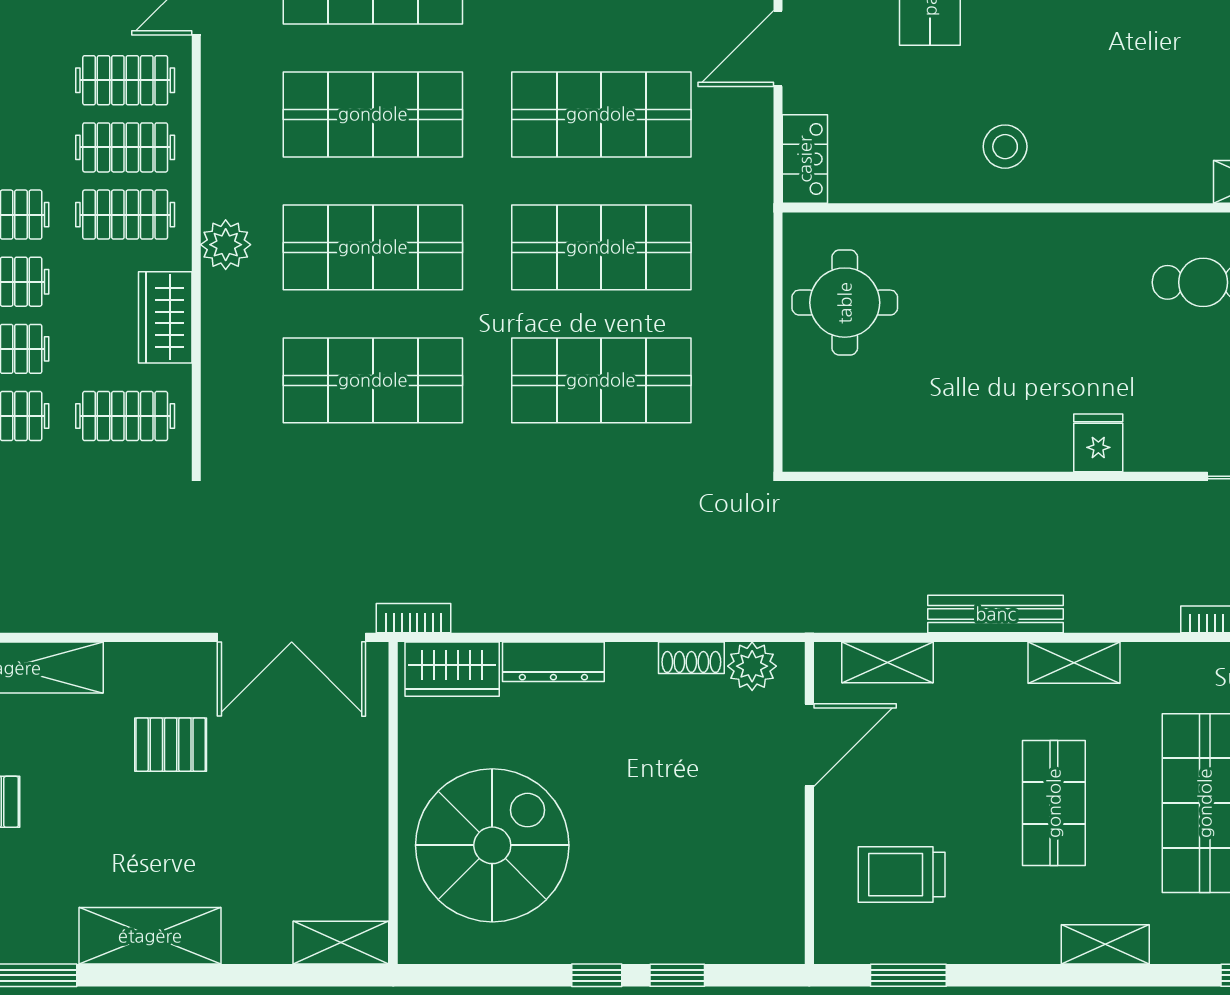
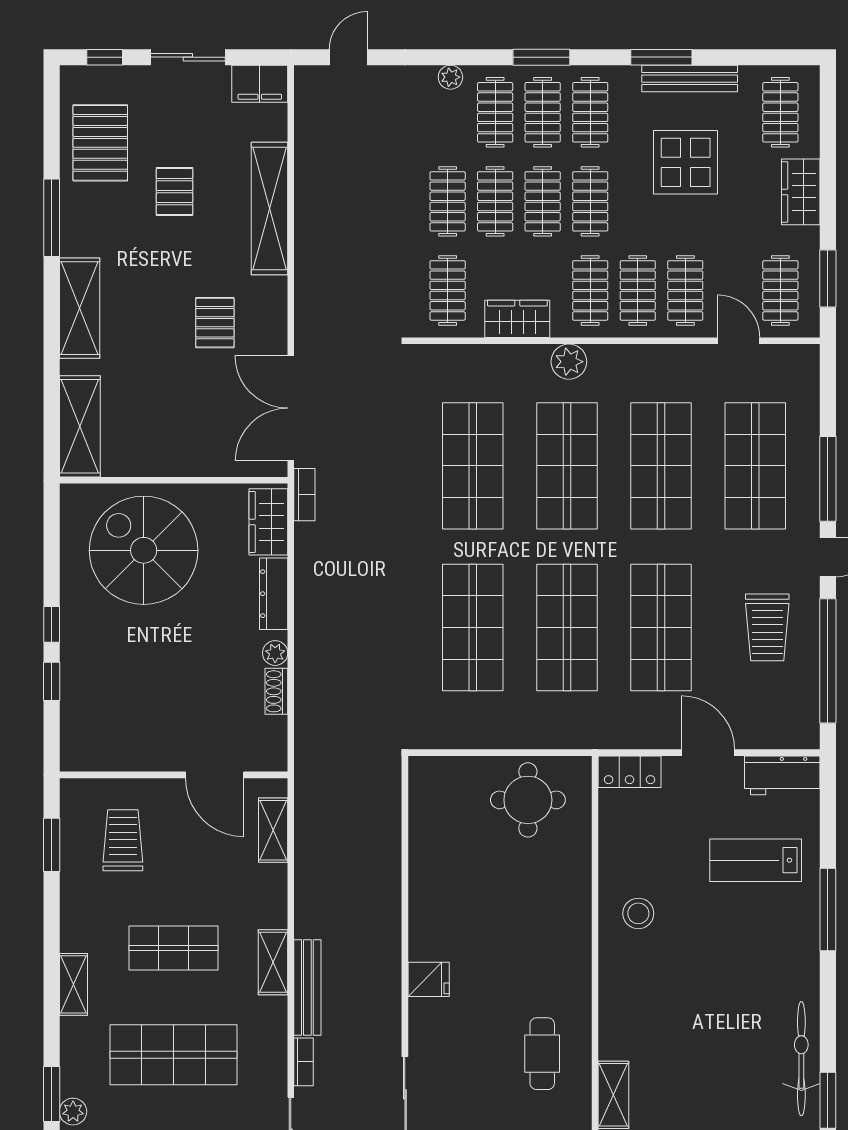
bench: (996, 614) -> (307, 987), moved
plant: (752, 666) -> (275, 653), moved, width x0.73, depth x0.73
spiral stairs: (492, 845) -> (144, 550), turned 180
shelving: (341, 943) -> (80, 426), width x1.50, depth x1.33

